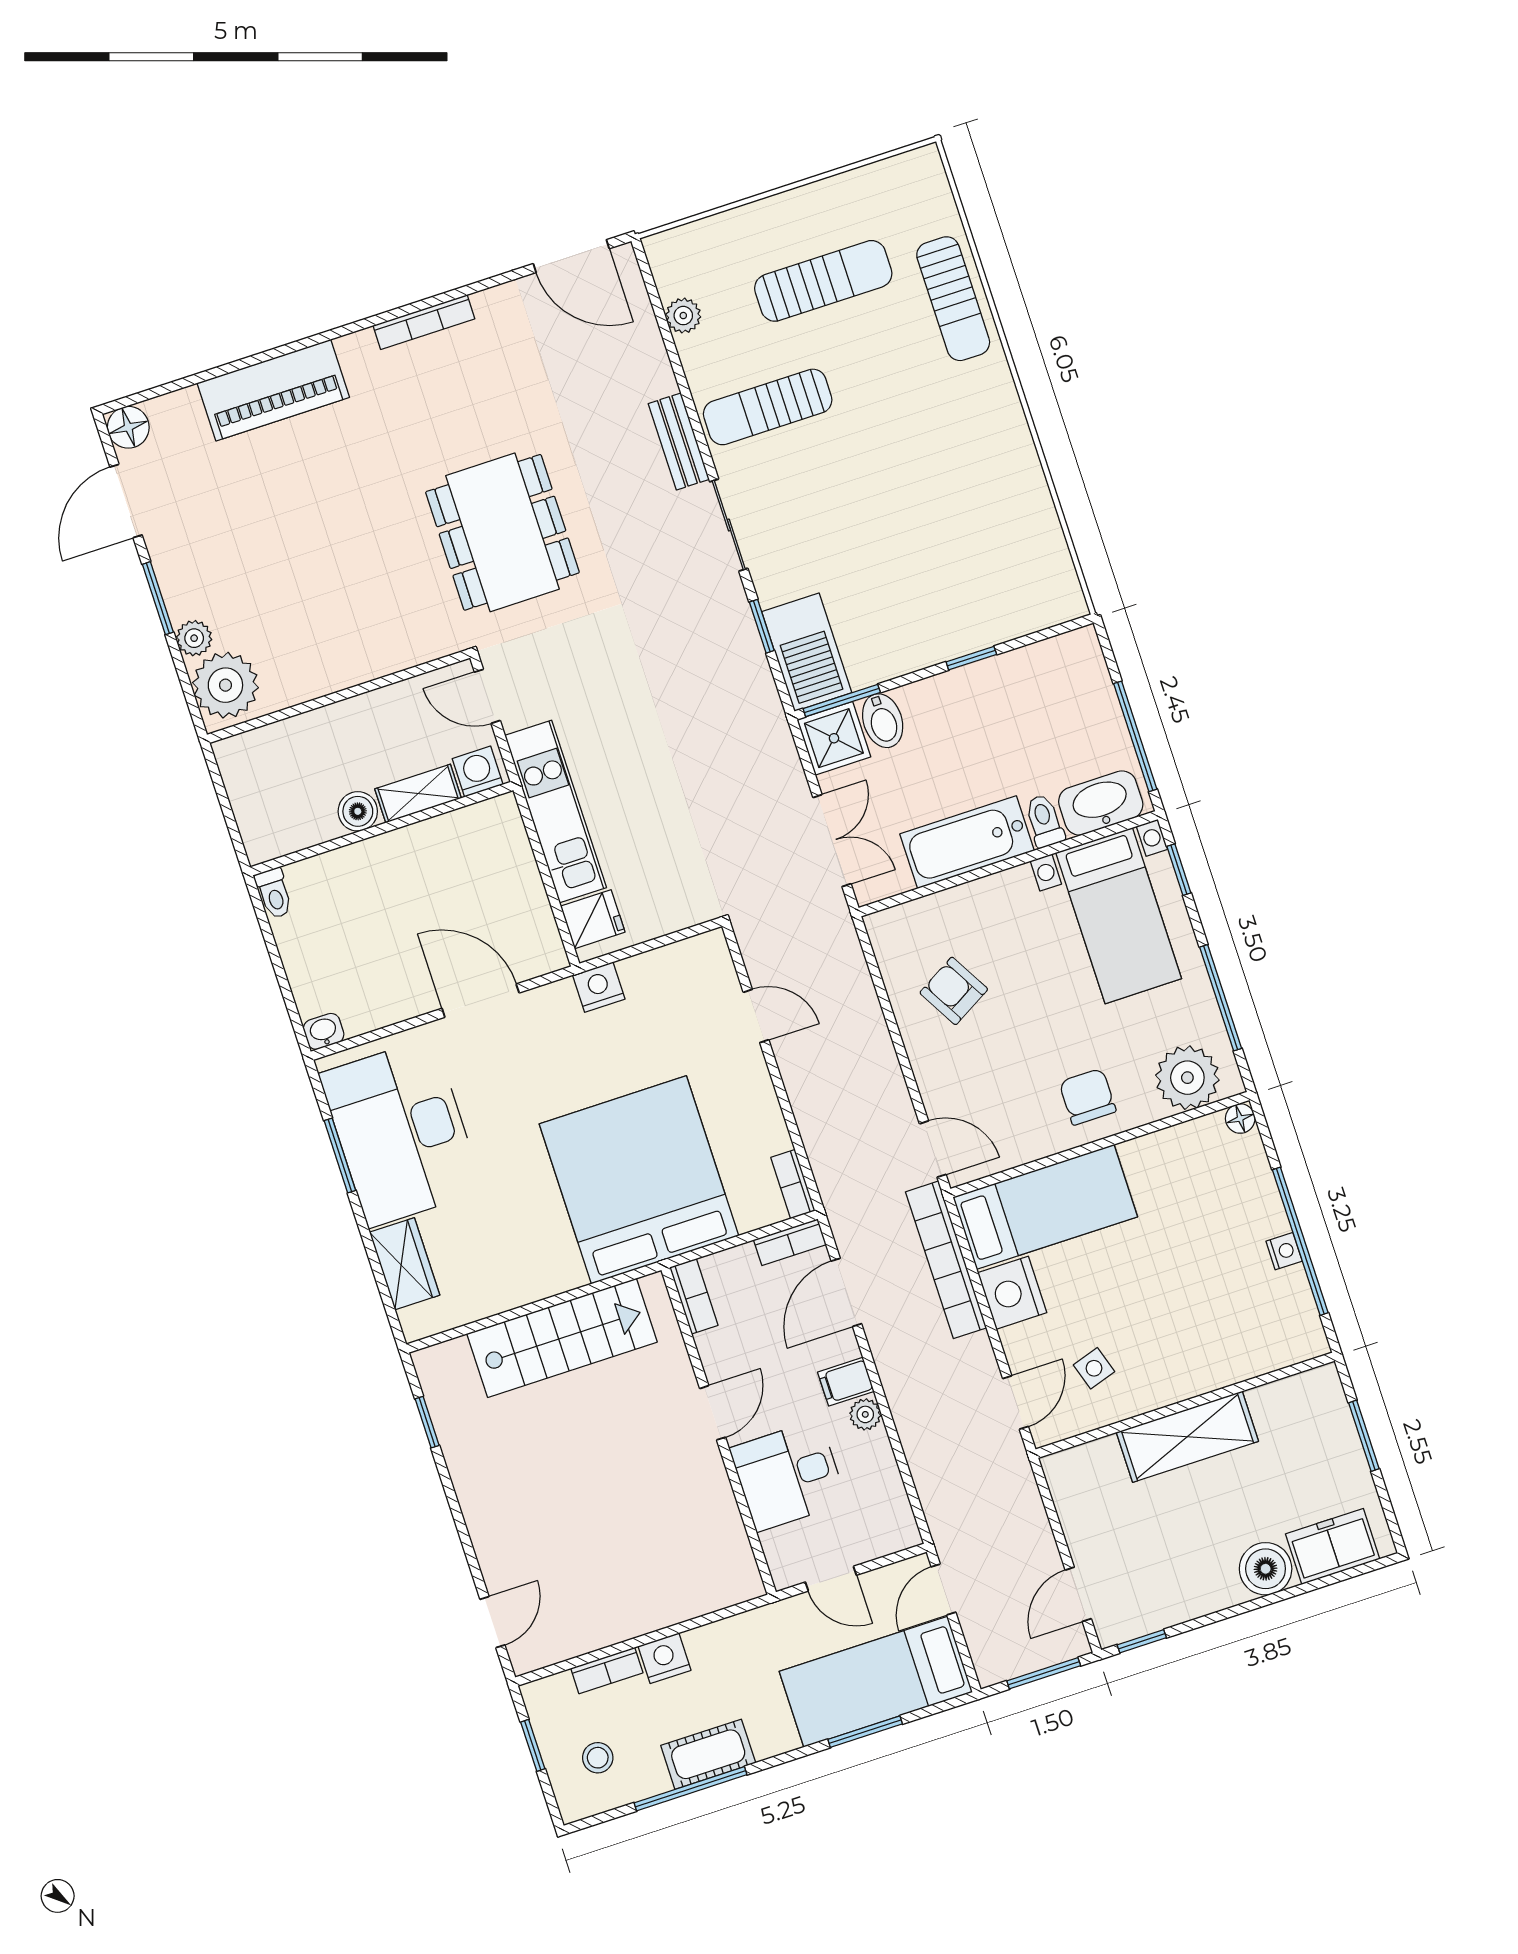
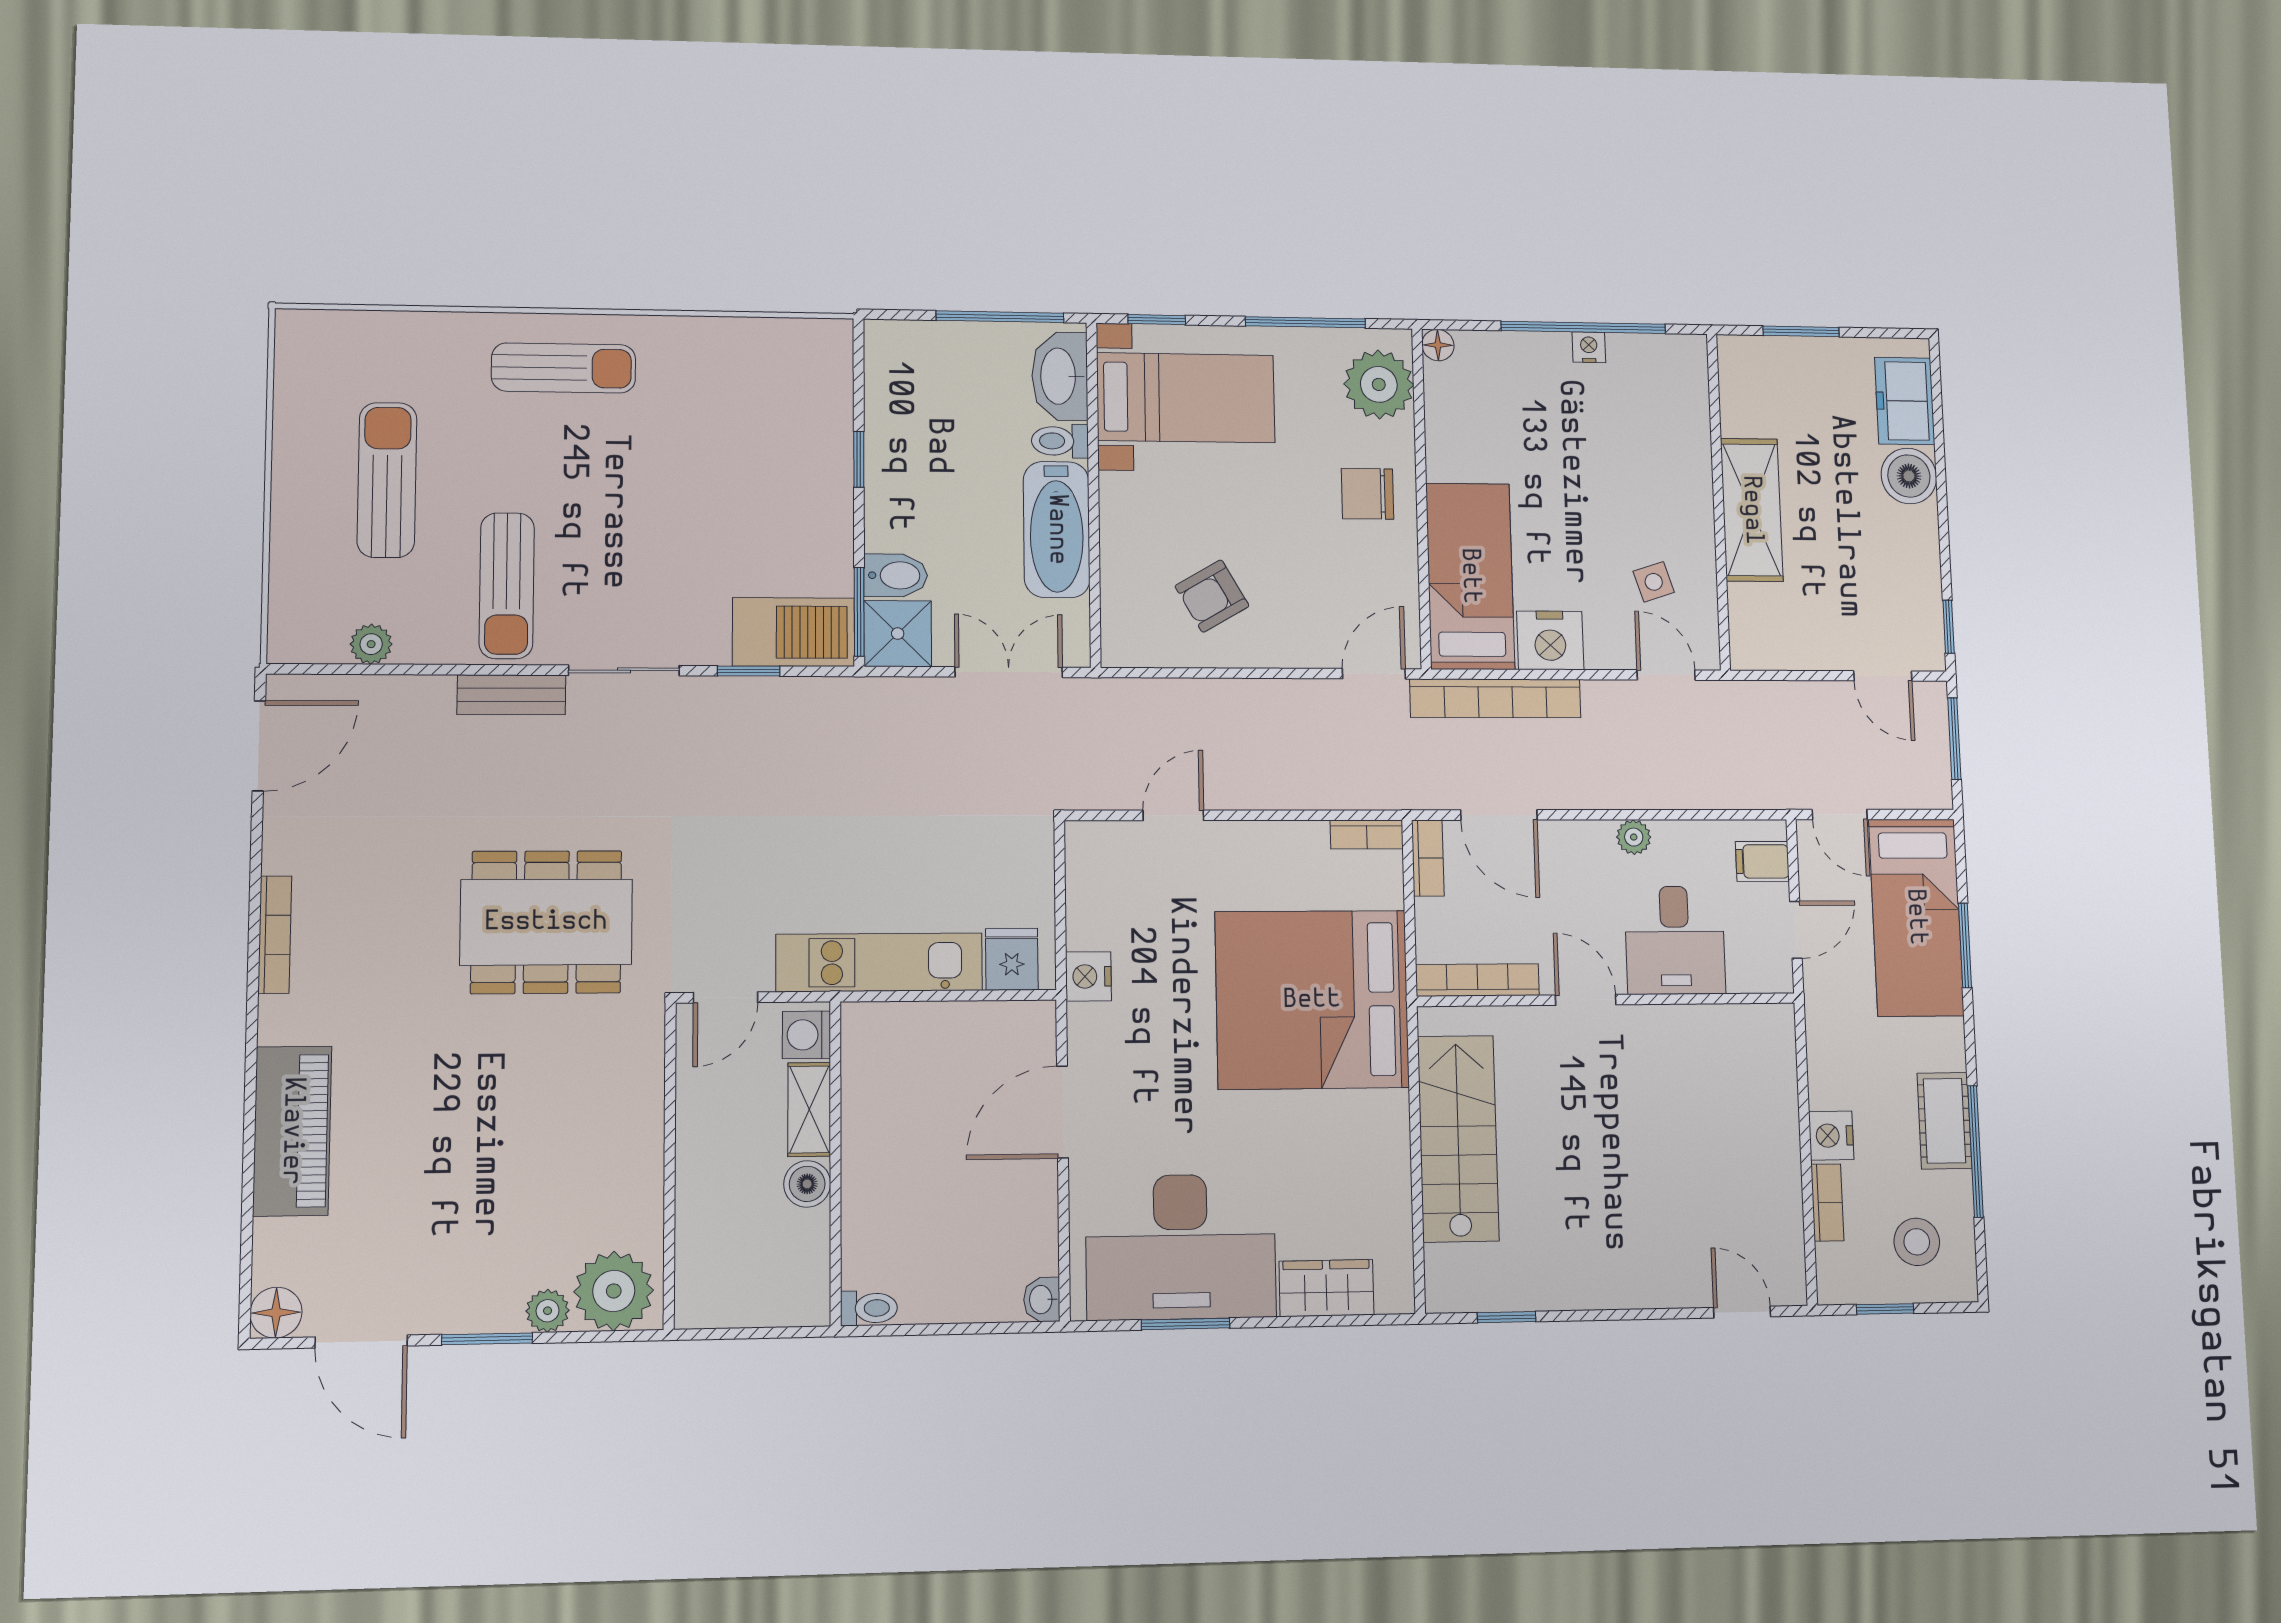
sun lounger: (953, 299) -> (564, 368), moved
bookcase: (694, 1296) -> (1478, 980), width x1.56
filing cabinet: (846, 1382) -> (1762, 861), moved, turned 90
stool: (598, 1758) -> (1917, 1242), width x1.37, depth x1.37

